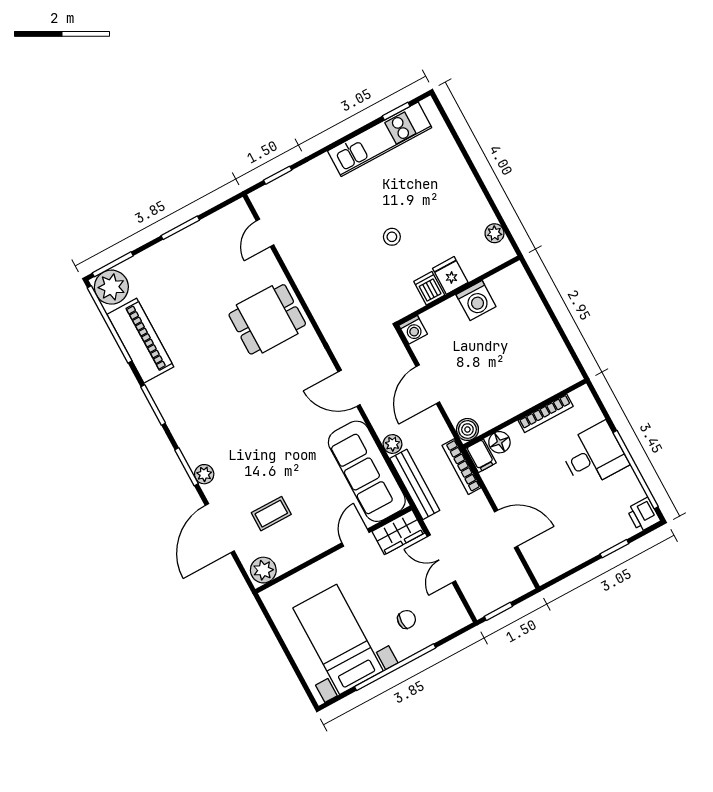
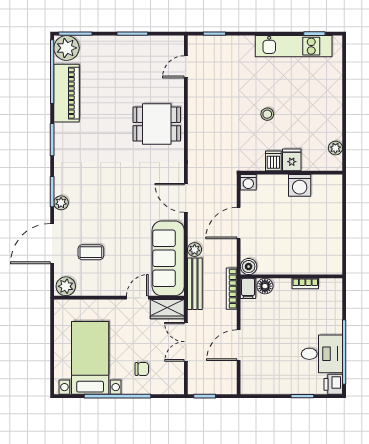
bookcase: (546, 413) -> (305, 283), width x0.64
desk: (594, 455) -> (322, 354), moved
door: (506, 529) -> (239, 345), swing flipped

